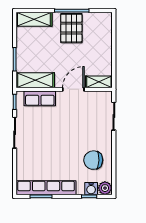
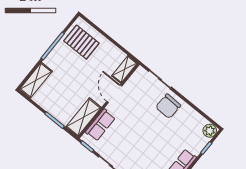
pallet: (71, 28) -> (81, 42), moved
chair: (93, 160) -> (168, 106), moved
water cooler: (91, 189) -> (201, 142), removed

